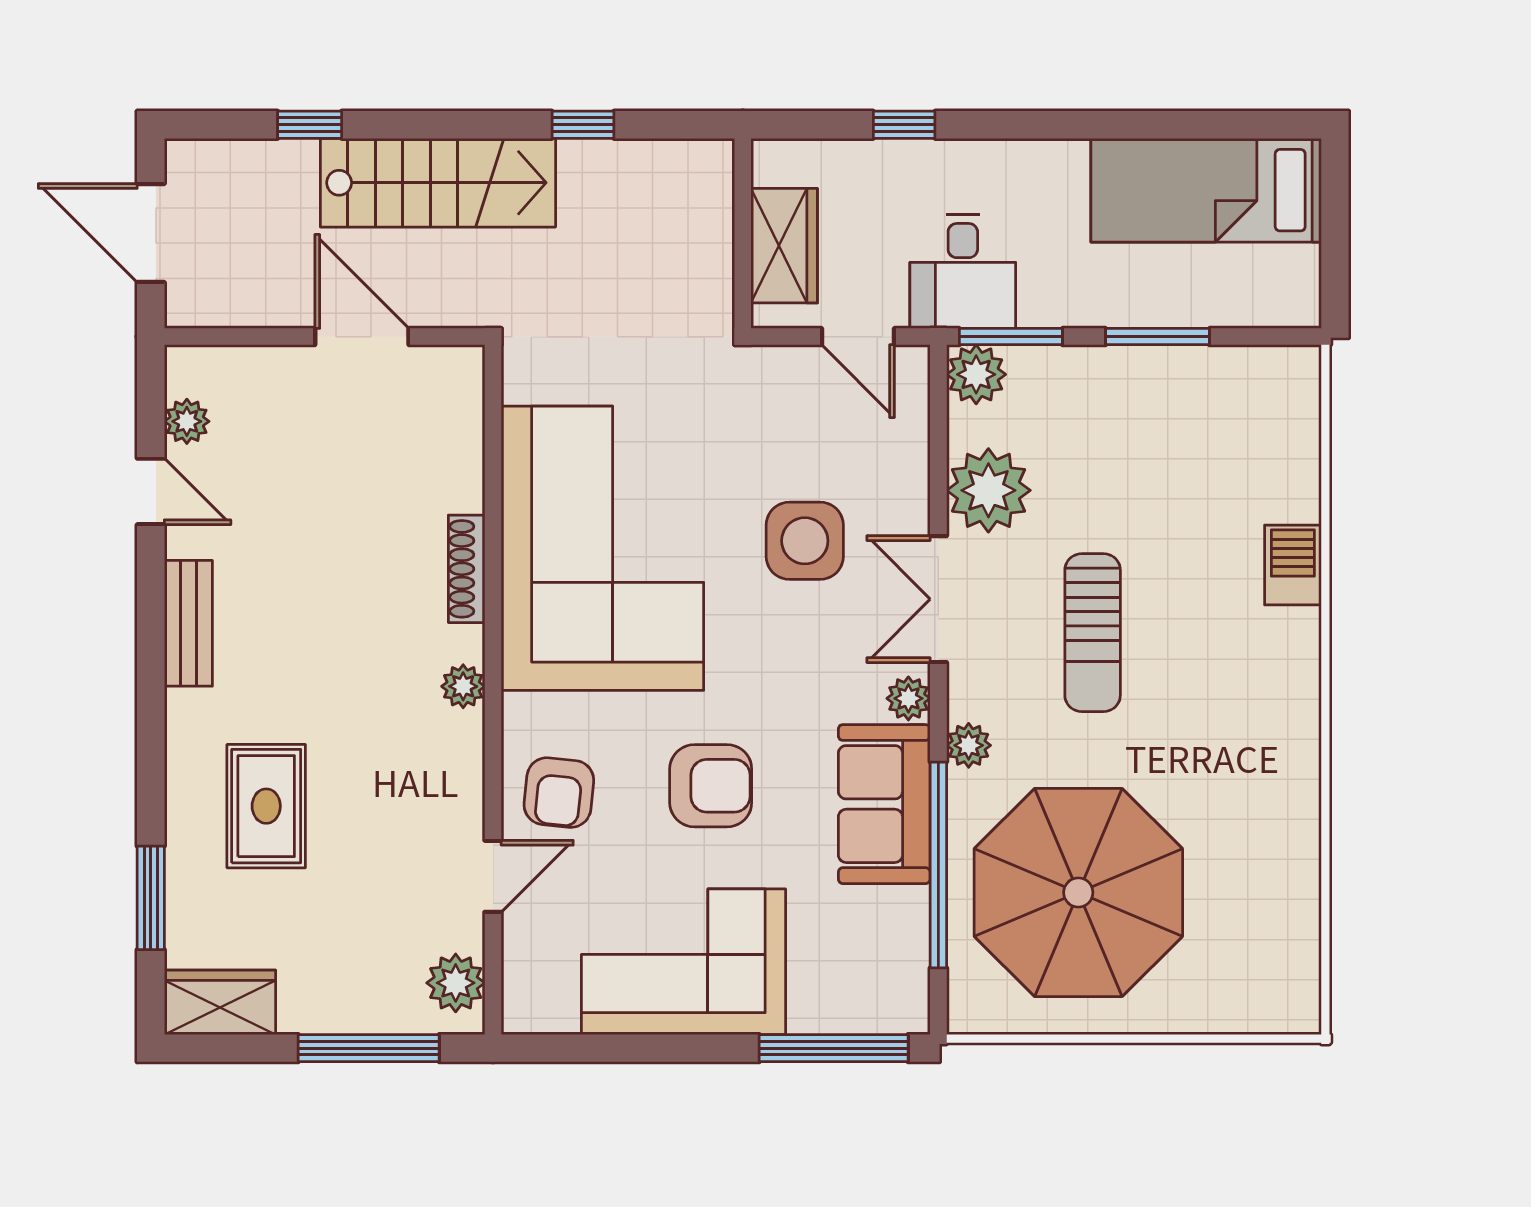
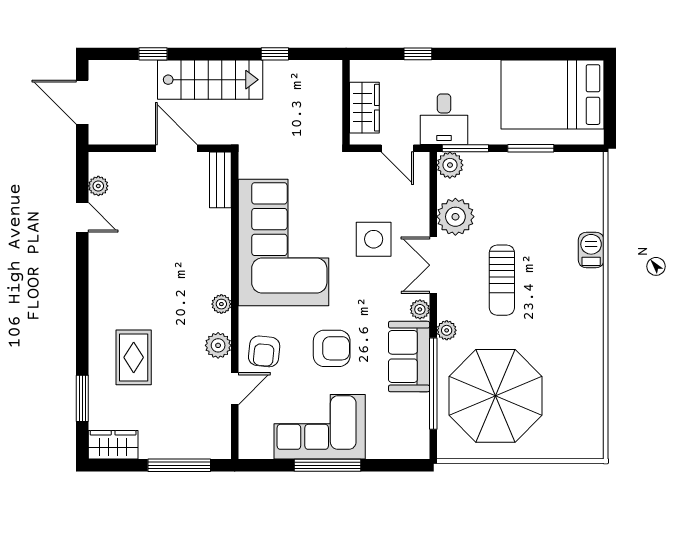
bed: (1206, 190) -> (552, 95), width x1.50
shoe rack: (467, 569) -> (223, 252), removed
bench: (188, 623) -> (220, 180), moved
plant: (456, 983) -> (218, 345), moved
window: (834, 1048) -> (327, 465), moved

